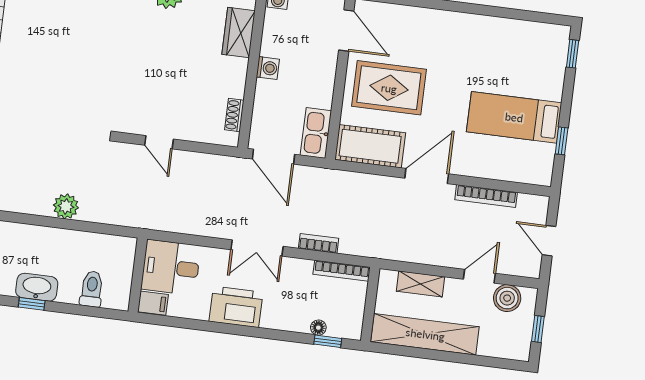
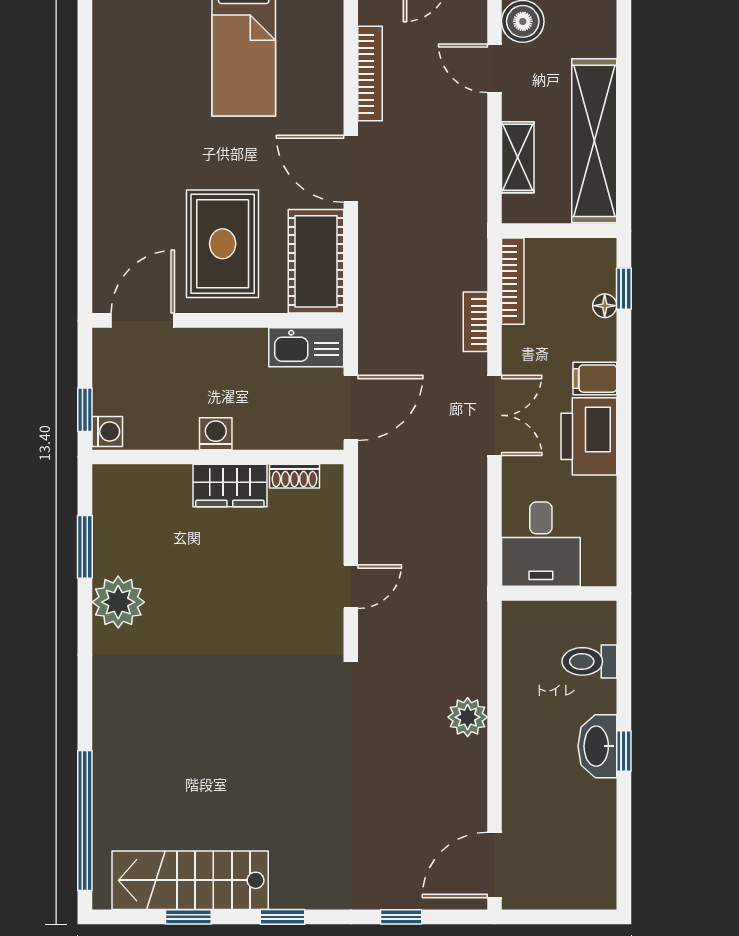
wardrobe: (239, 33) -> (230, 486), moved
filing cabinet: (153, 303) -> (595, 379), moved, turned -90

